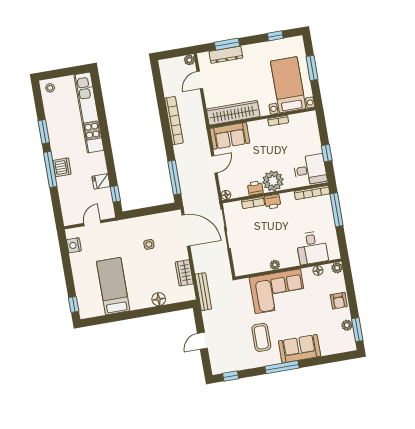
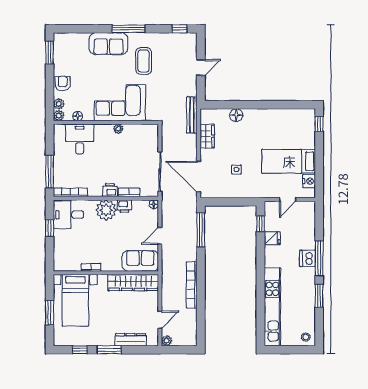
window: (227, 44) -> (109, 350), moved
bed: (113, 286) -> (289, 161), moved, turned 90
plant: (347, 325) -> (59, 104), moved

